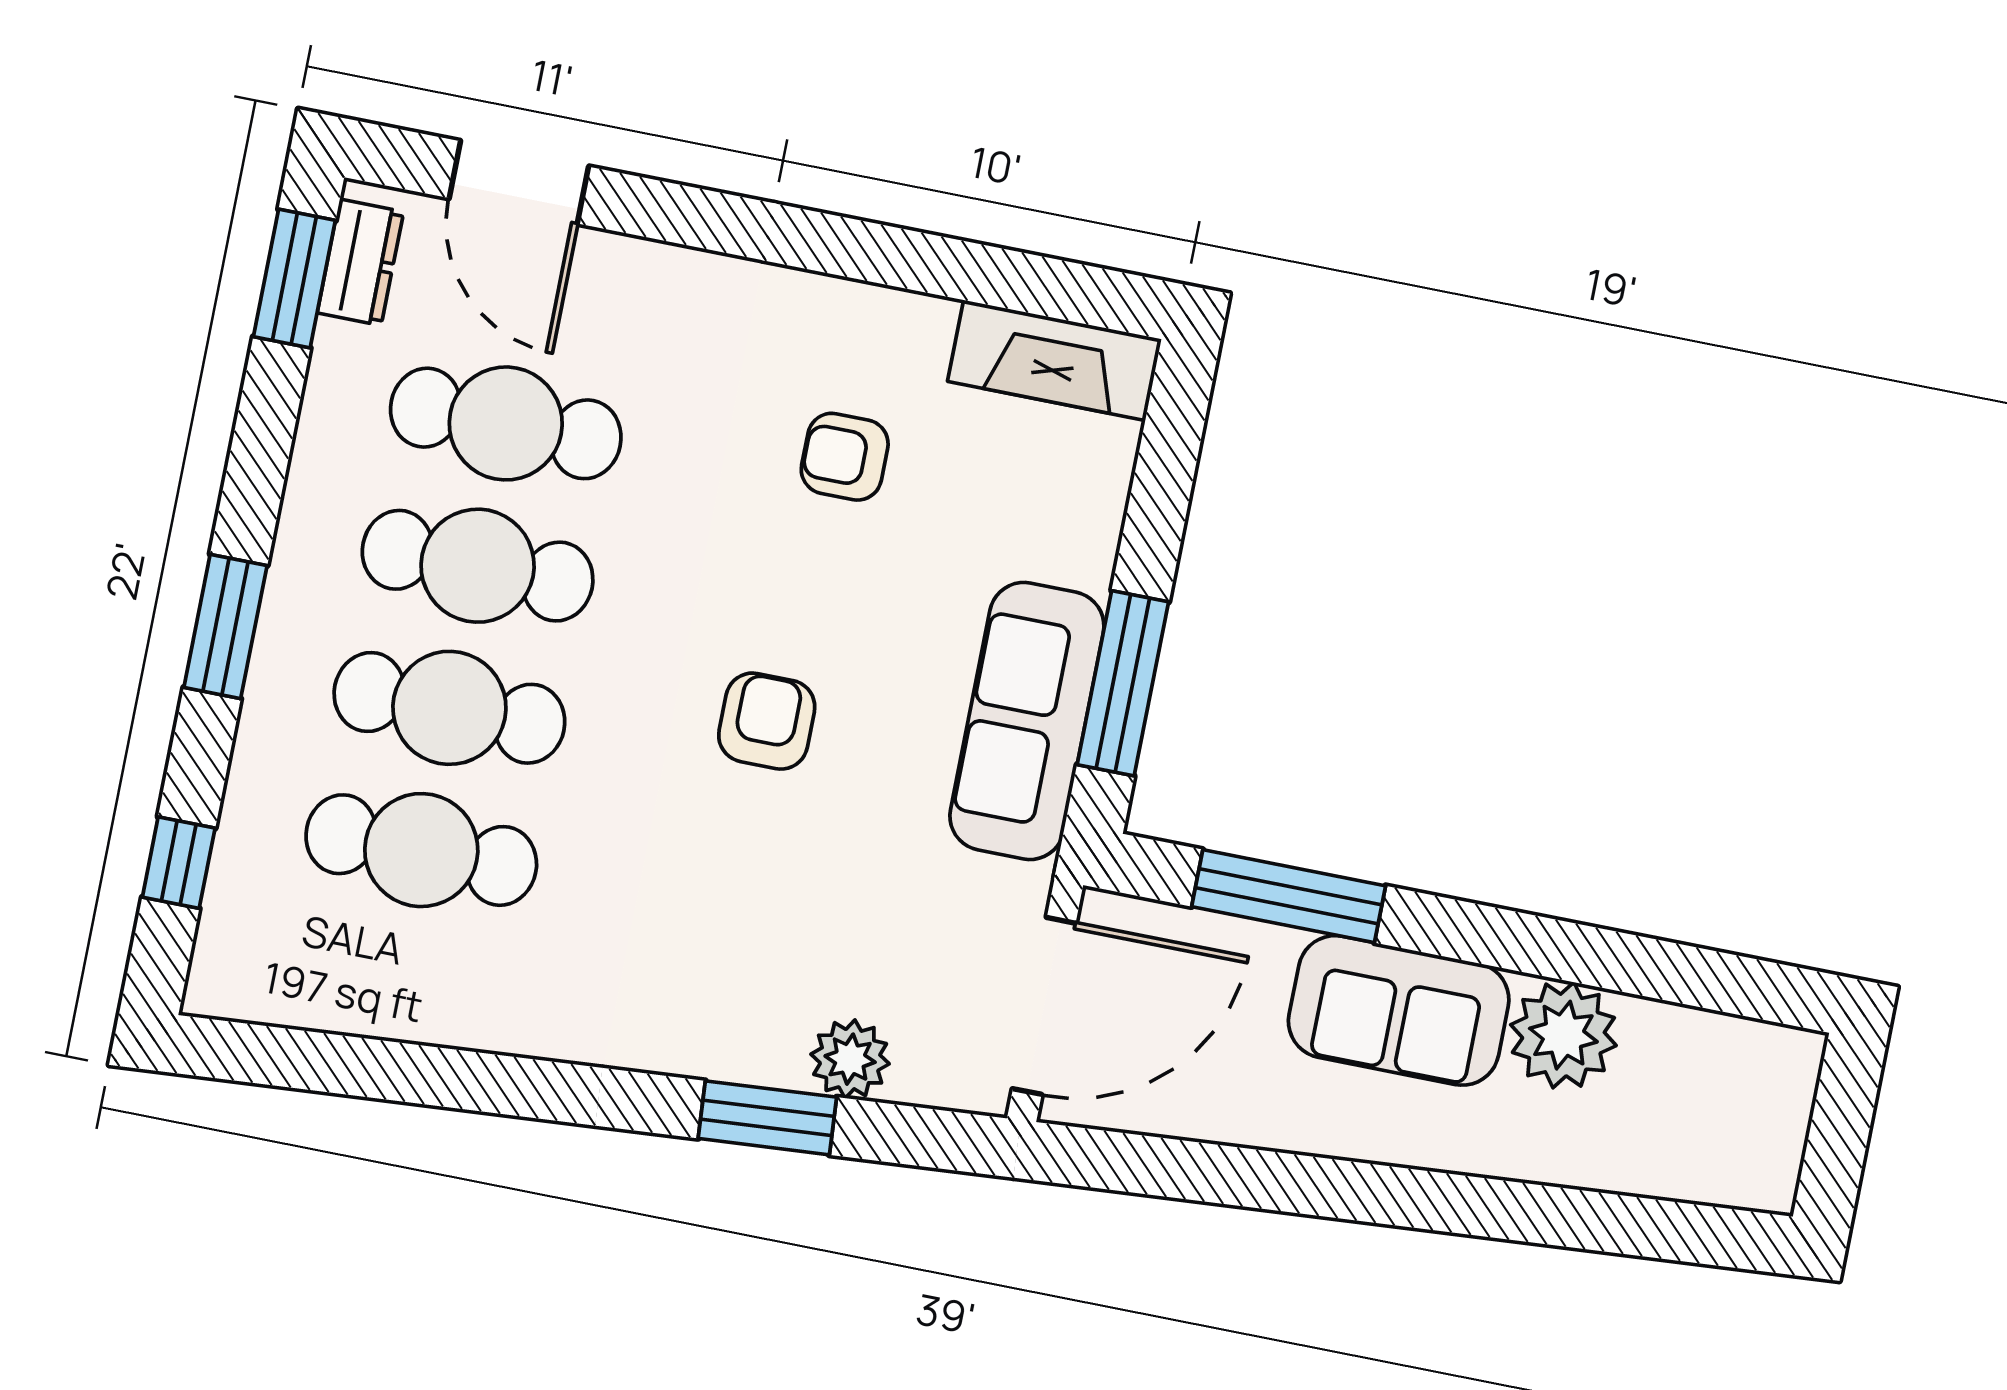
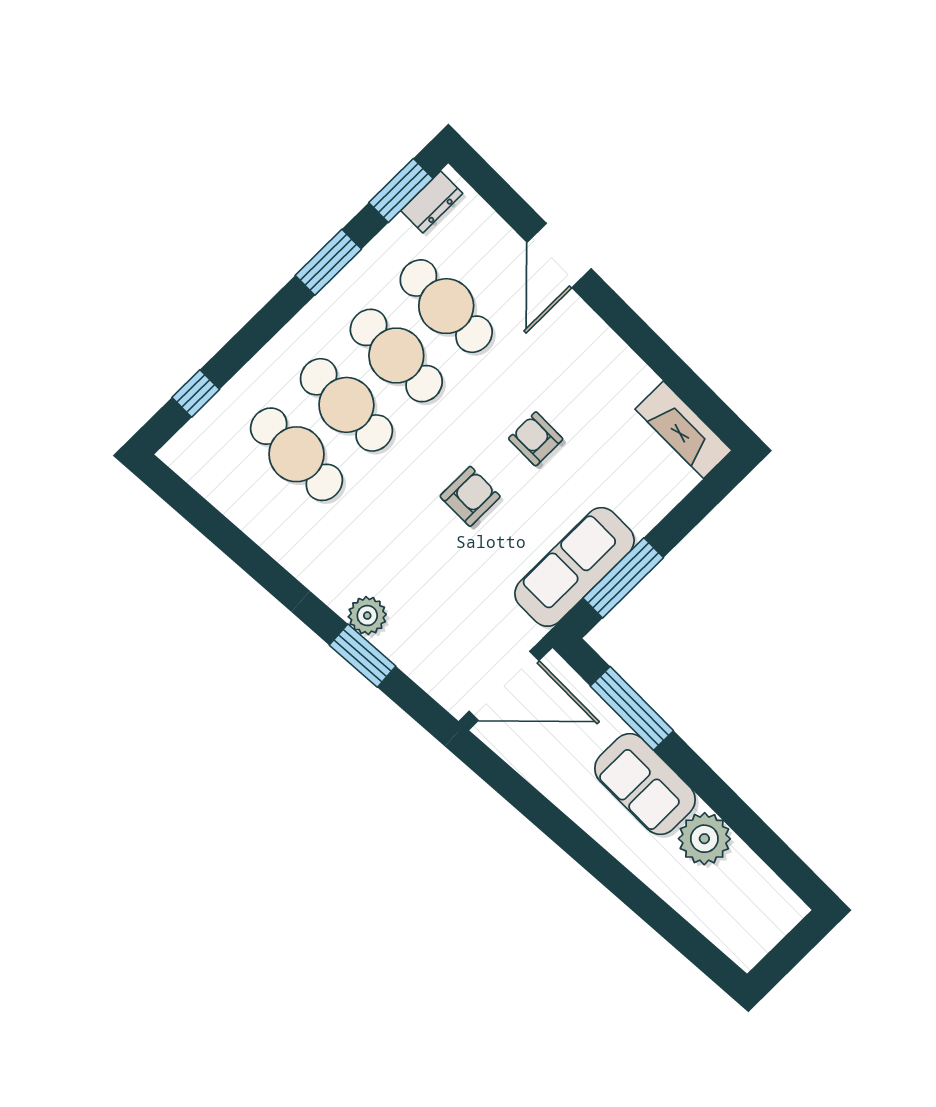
door: (519, 182) -> (559, 255), moved
armchair: (845, 457) -> (536, 439), moved
window: (225, 626) -> (328, 262), moved
plant: (850, 1059) -> (367, 616), moved

